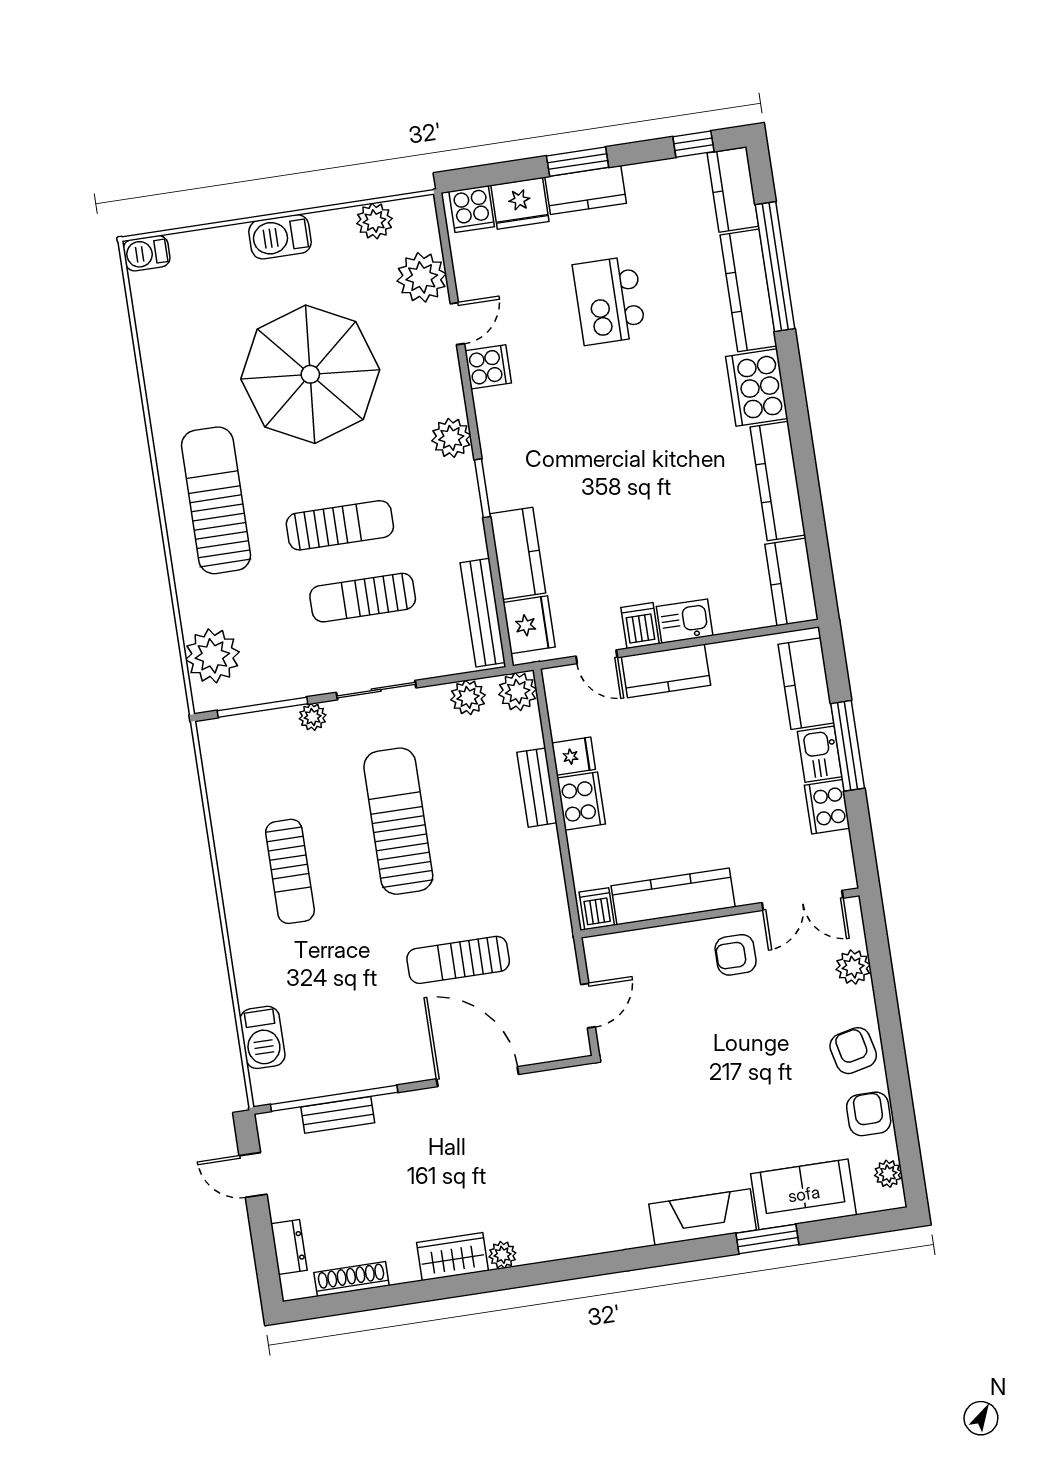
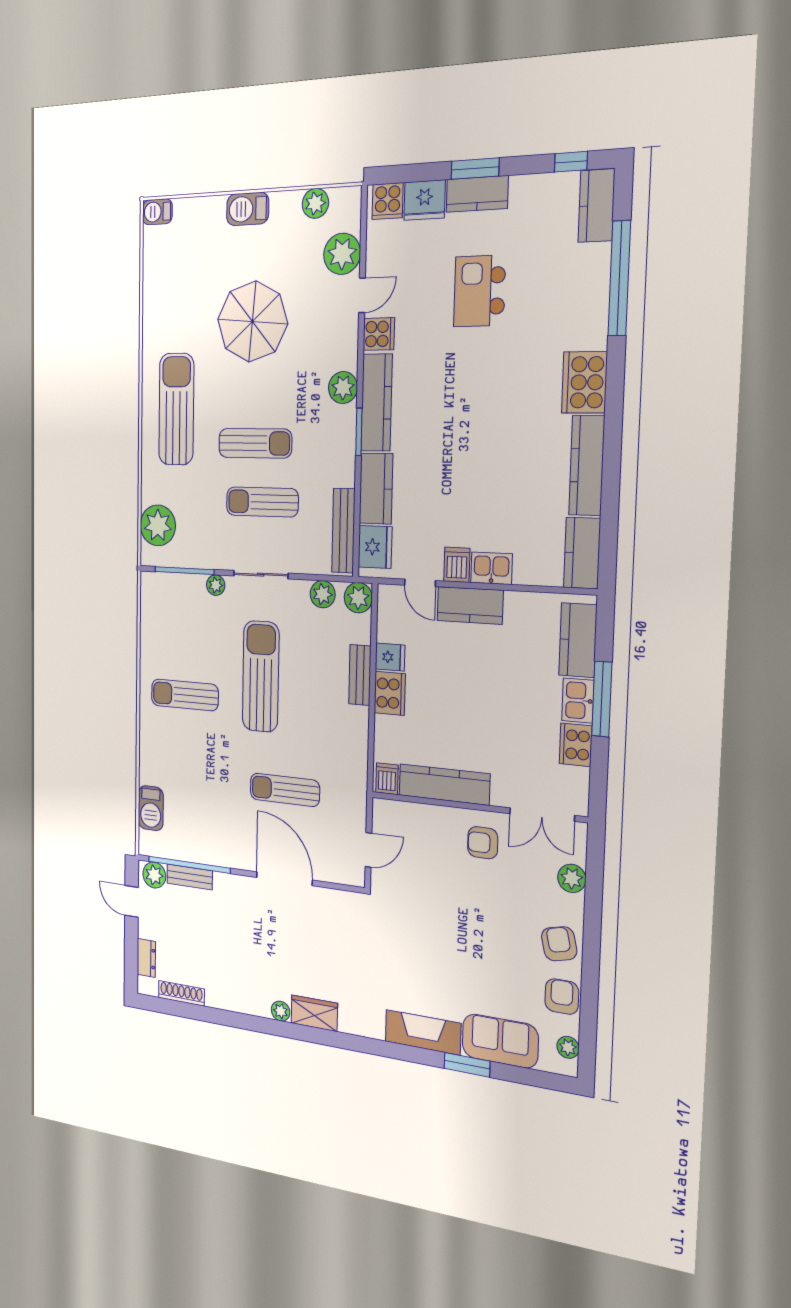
kitchen counter: (748, 290) -> (377, 403), moved, turned 180
parasol: (310, 374) -> (252, 322), width x0.73, depth x0.73
sun lounger: (290, 871) -> (185, 695), turned 90
plant: (283, 1128) -> (154, 875), added
wardrobe: (452, 1257) -> (314, 1013), moved

